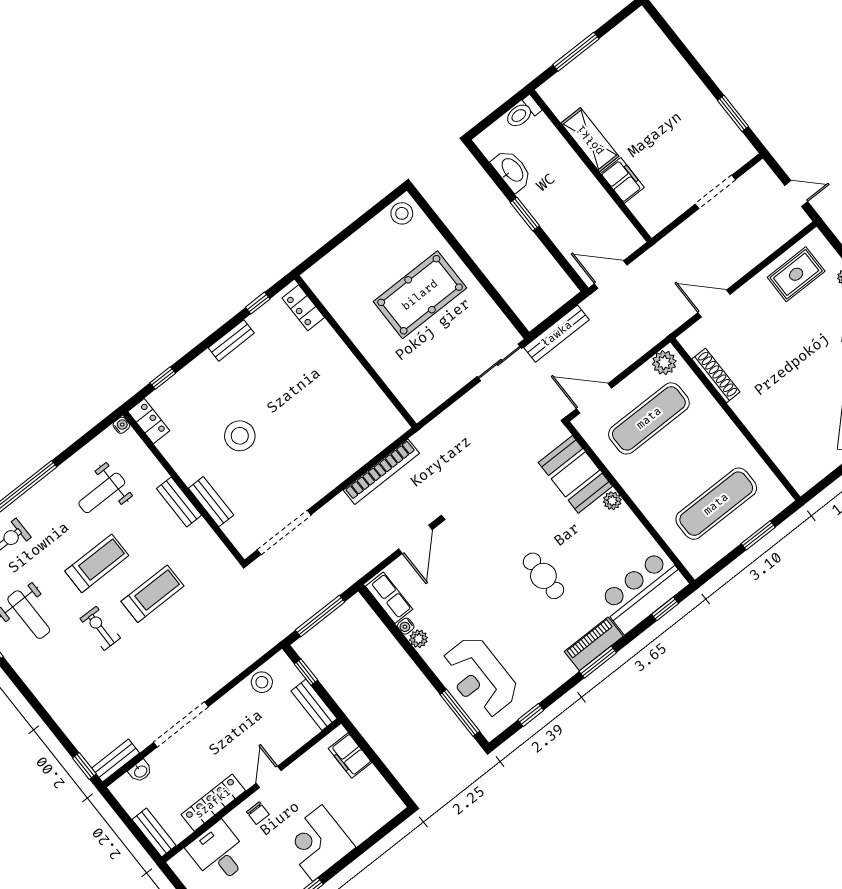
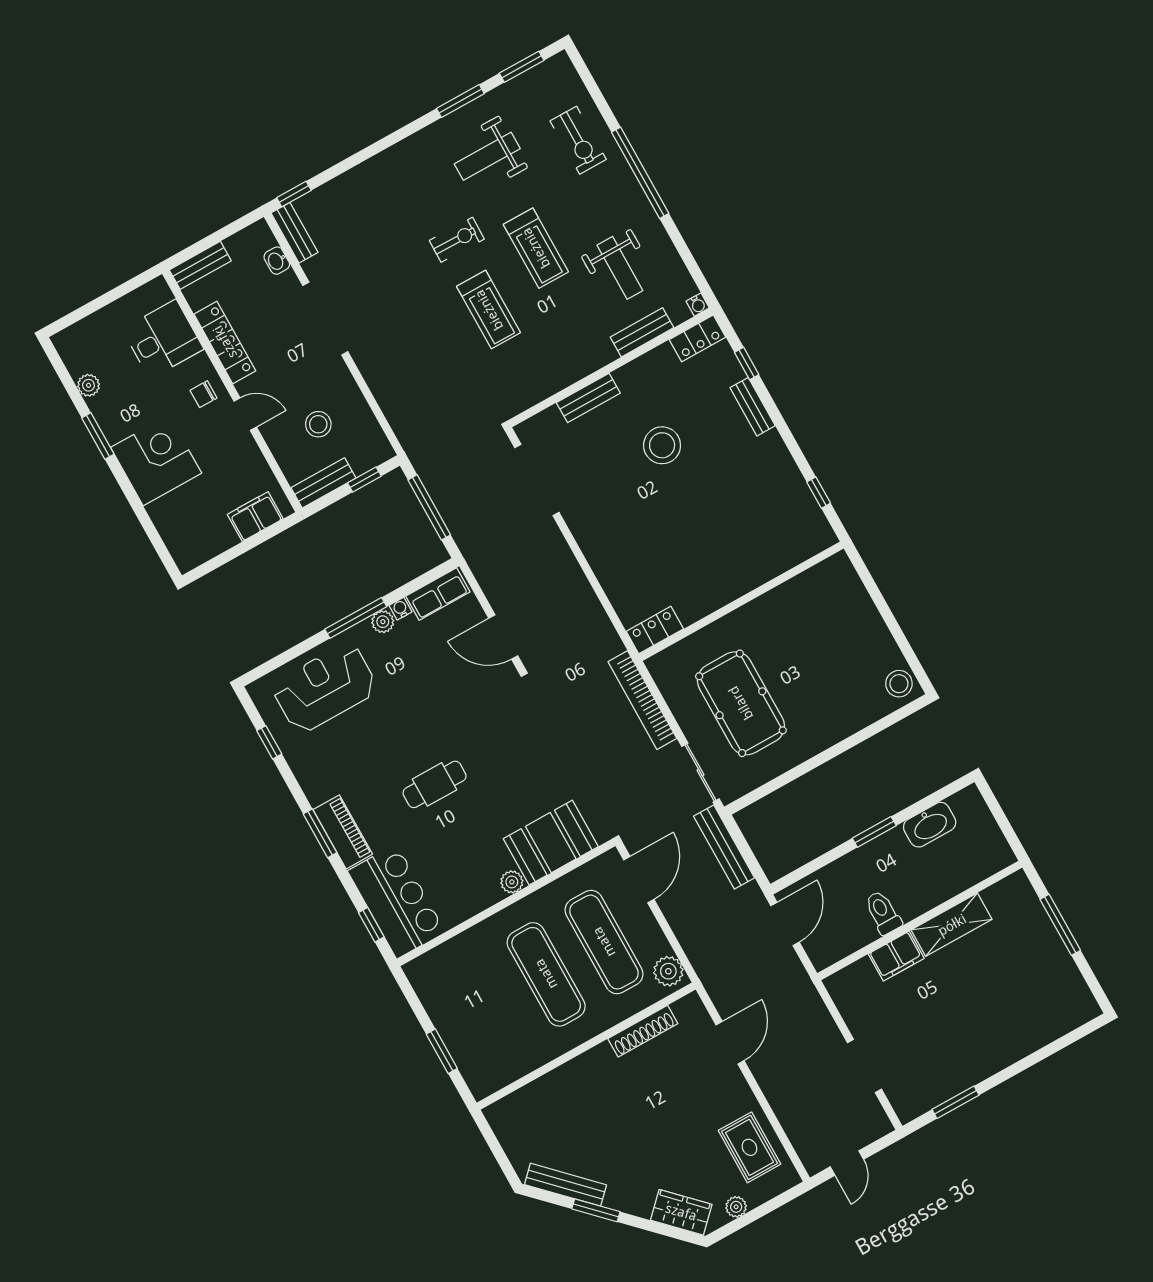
toilet: (523, 113) -> (883, 913), moved
pool table: (420, 295) -> (741, 703), moved
locker: (303, 308) -> (655, 630), moved
bench: (231, 340) -> (753, 407), moved
bookcase: (381, 472) -> (642, 700), moved
weight bench: (102, 493) -> (620, 268), turned 180
bench: (179, 502) -> (642, 332), moved
exercise mat: (716, 504) -> (546, 974), moved
stool: (262, 682) -> (318, 424), moved
window: (460, 713) -> (356, 618), moved

